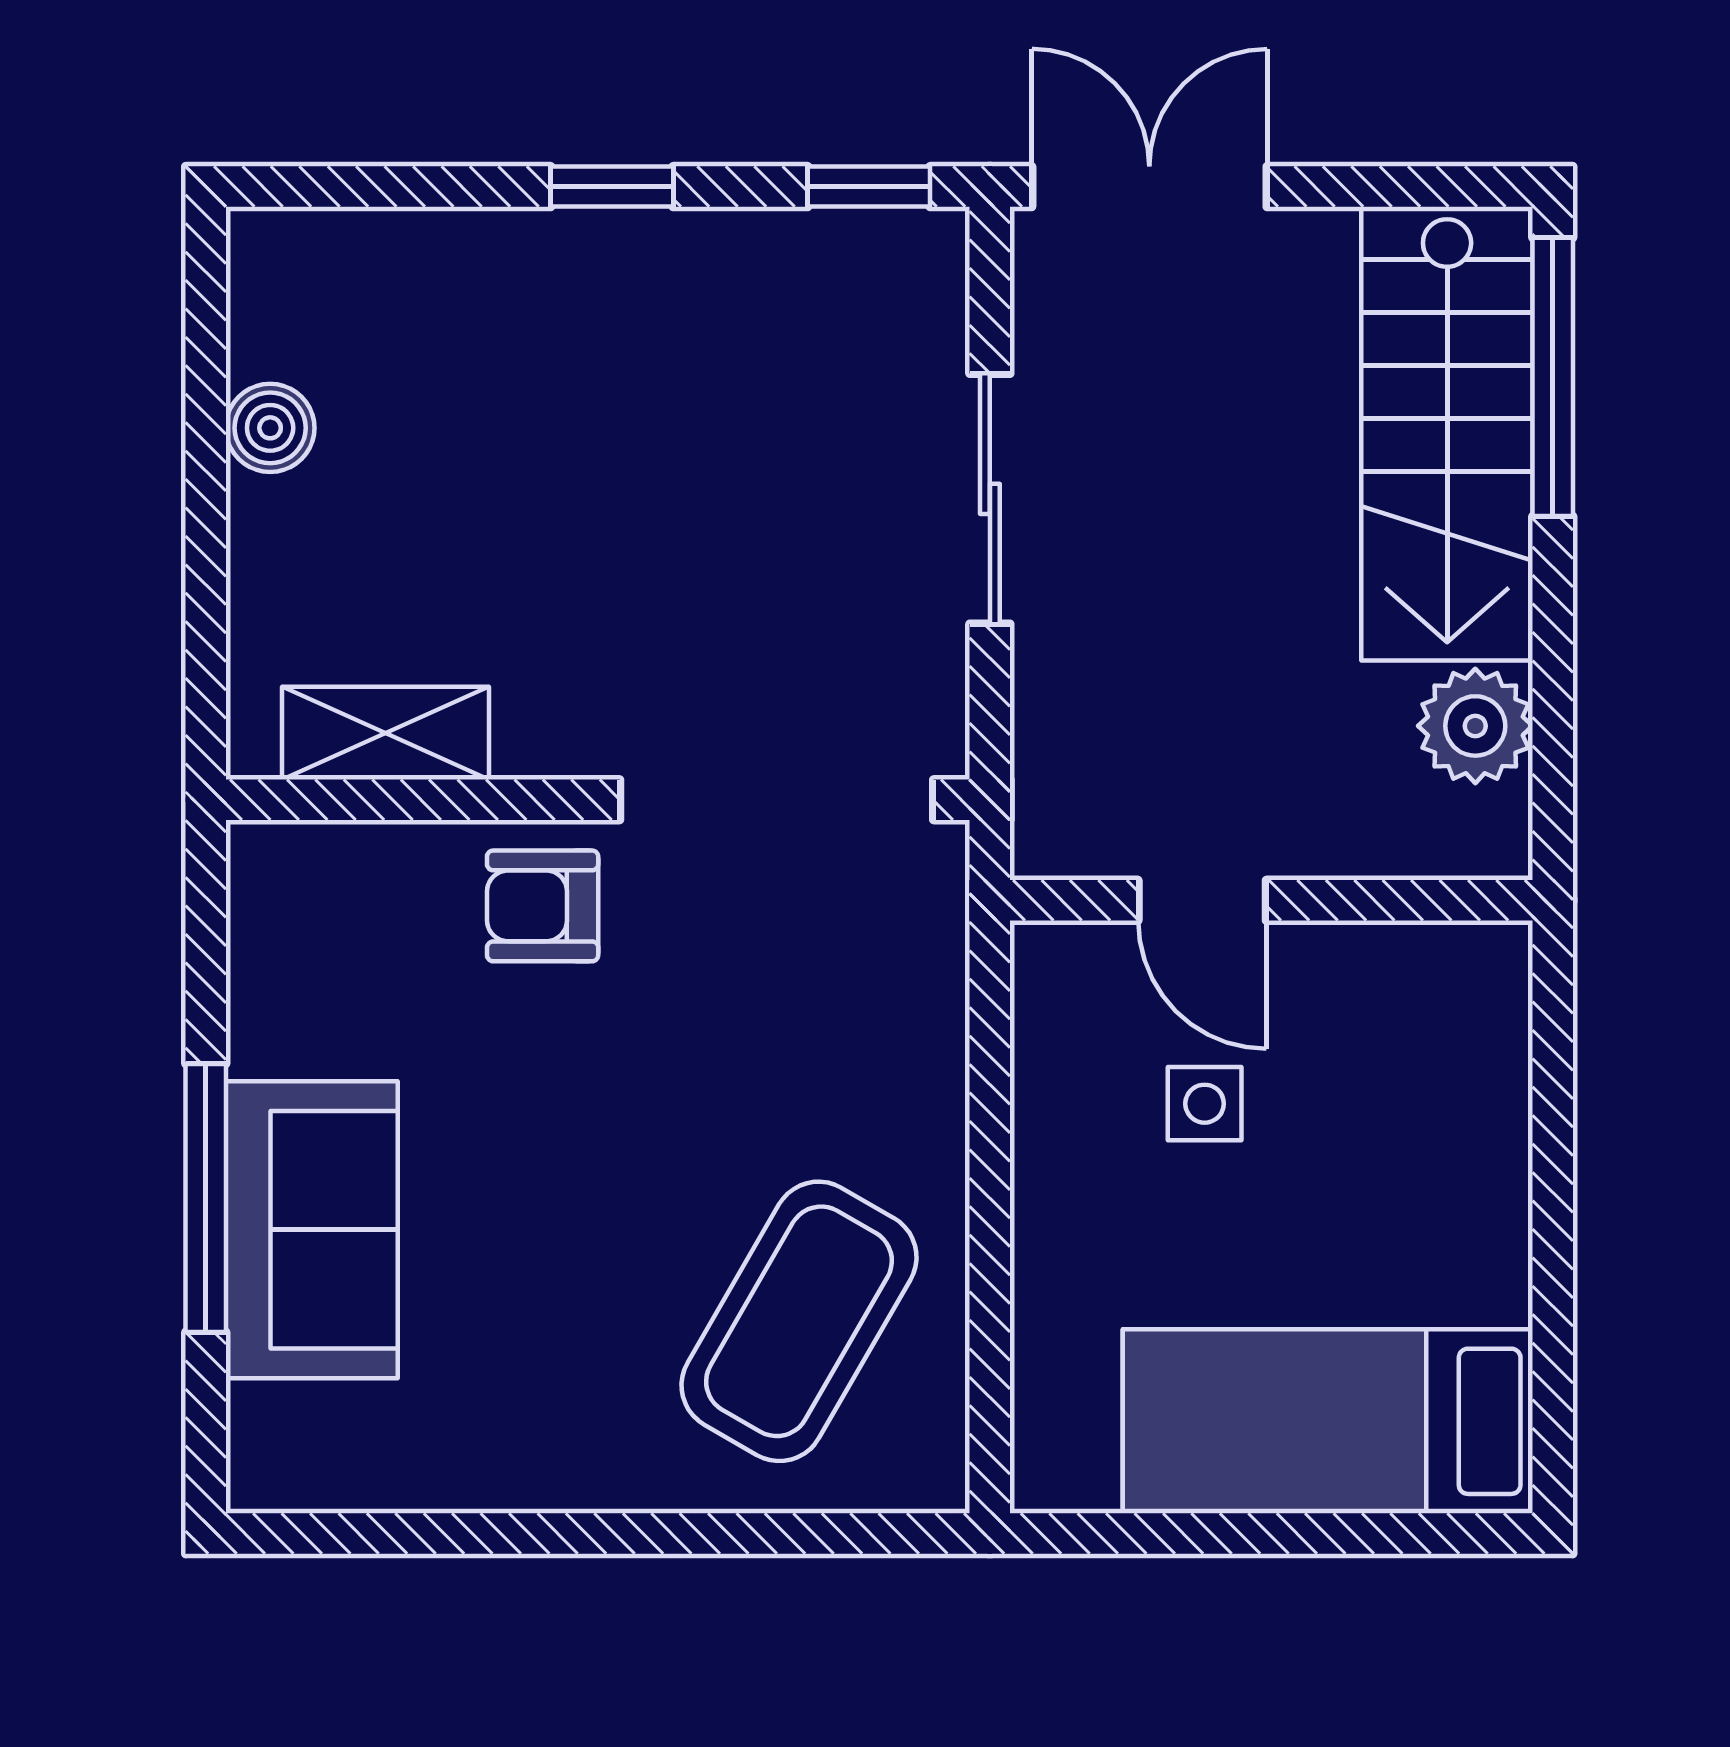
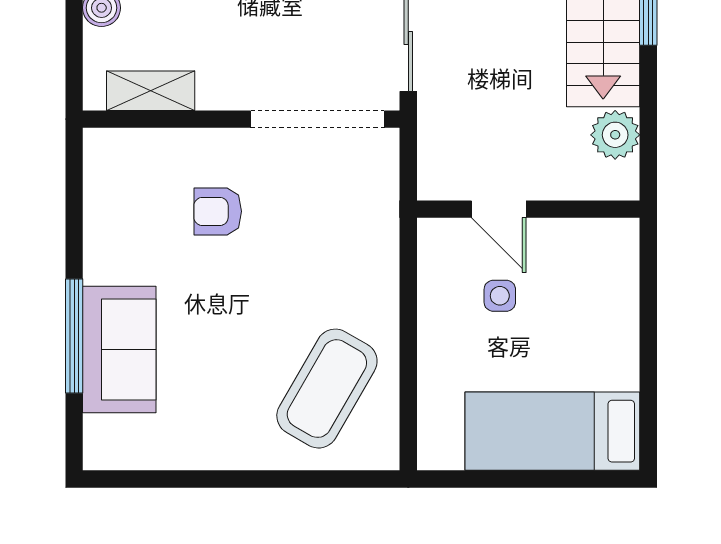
shelving: (385, 733) -> (151, 91), moved
wall: (598, 800) -> (241, 119), moved
doorway: (777, 800) -> (317, 119), moved

